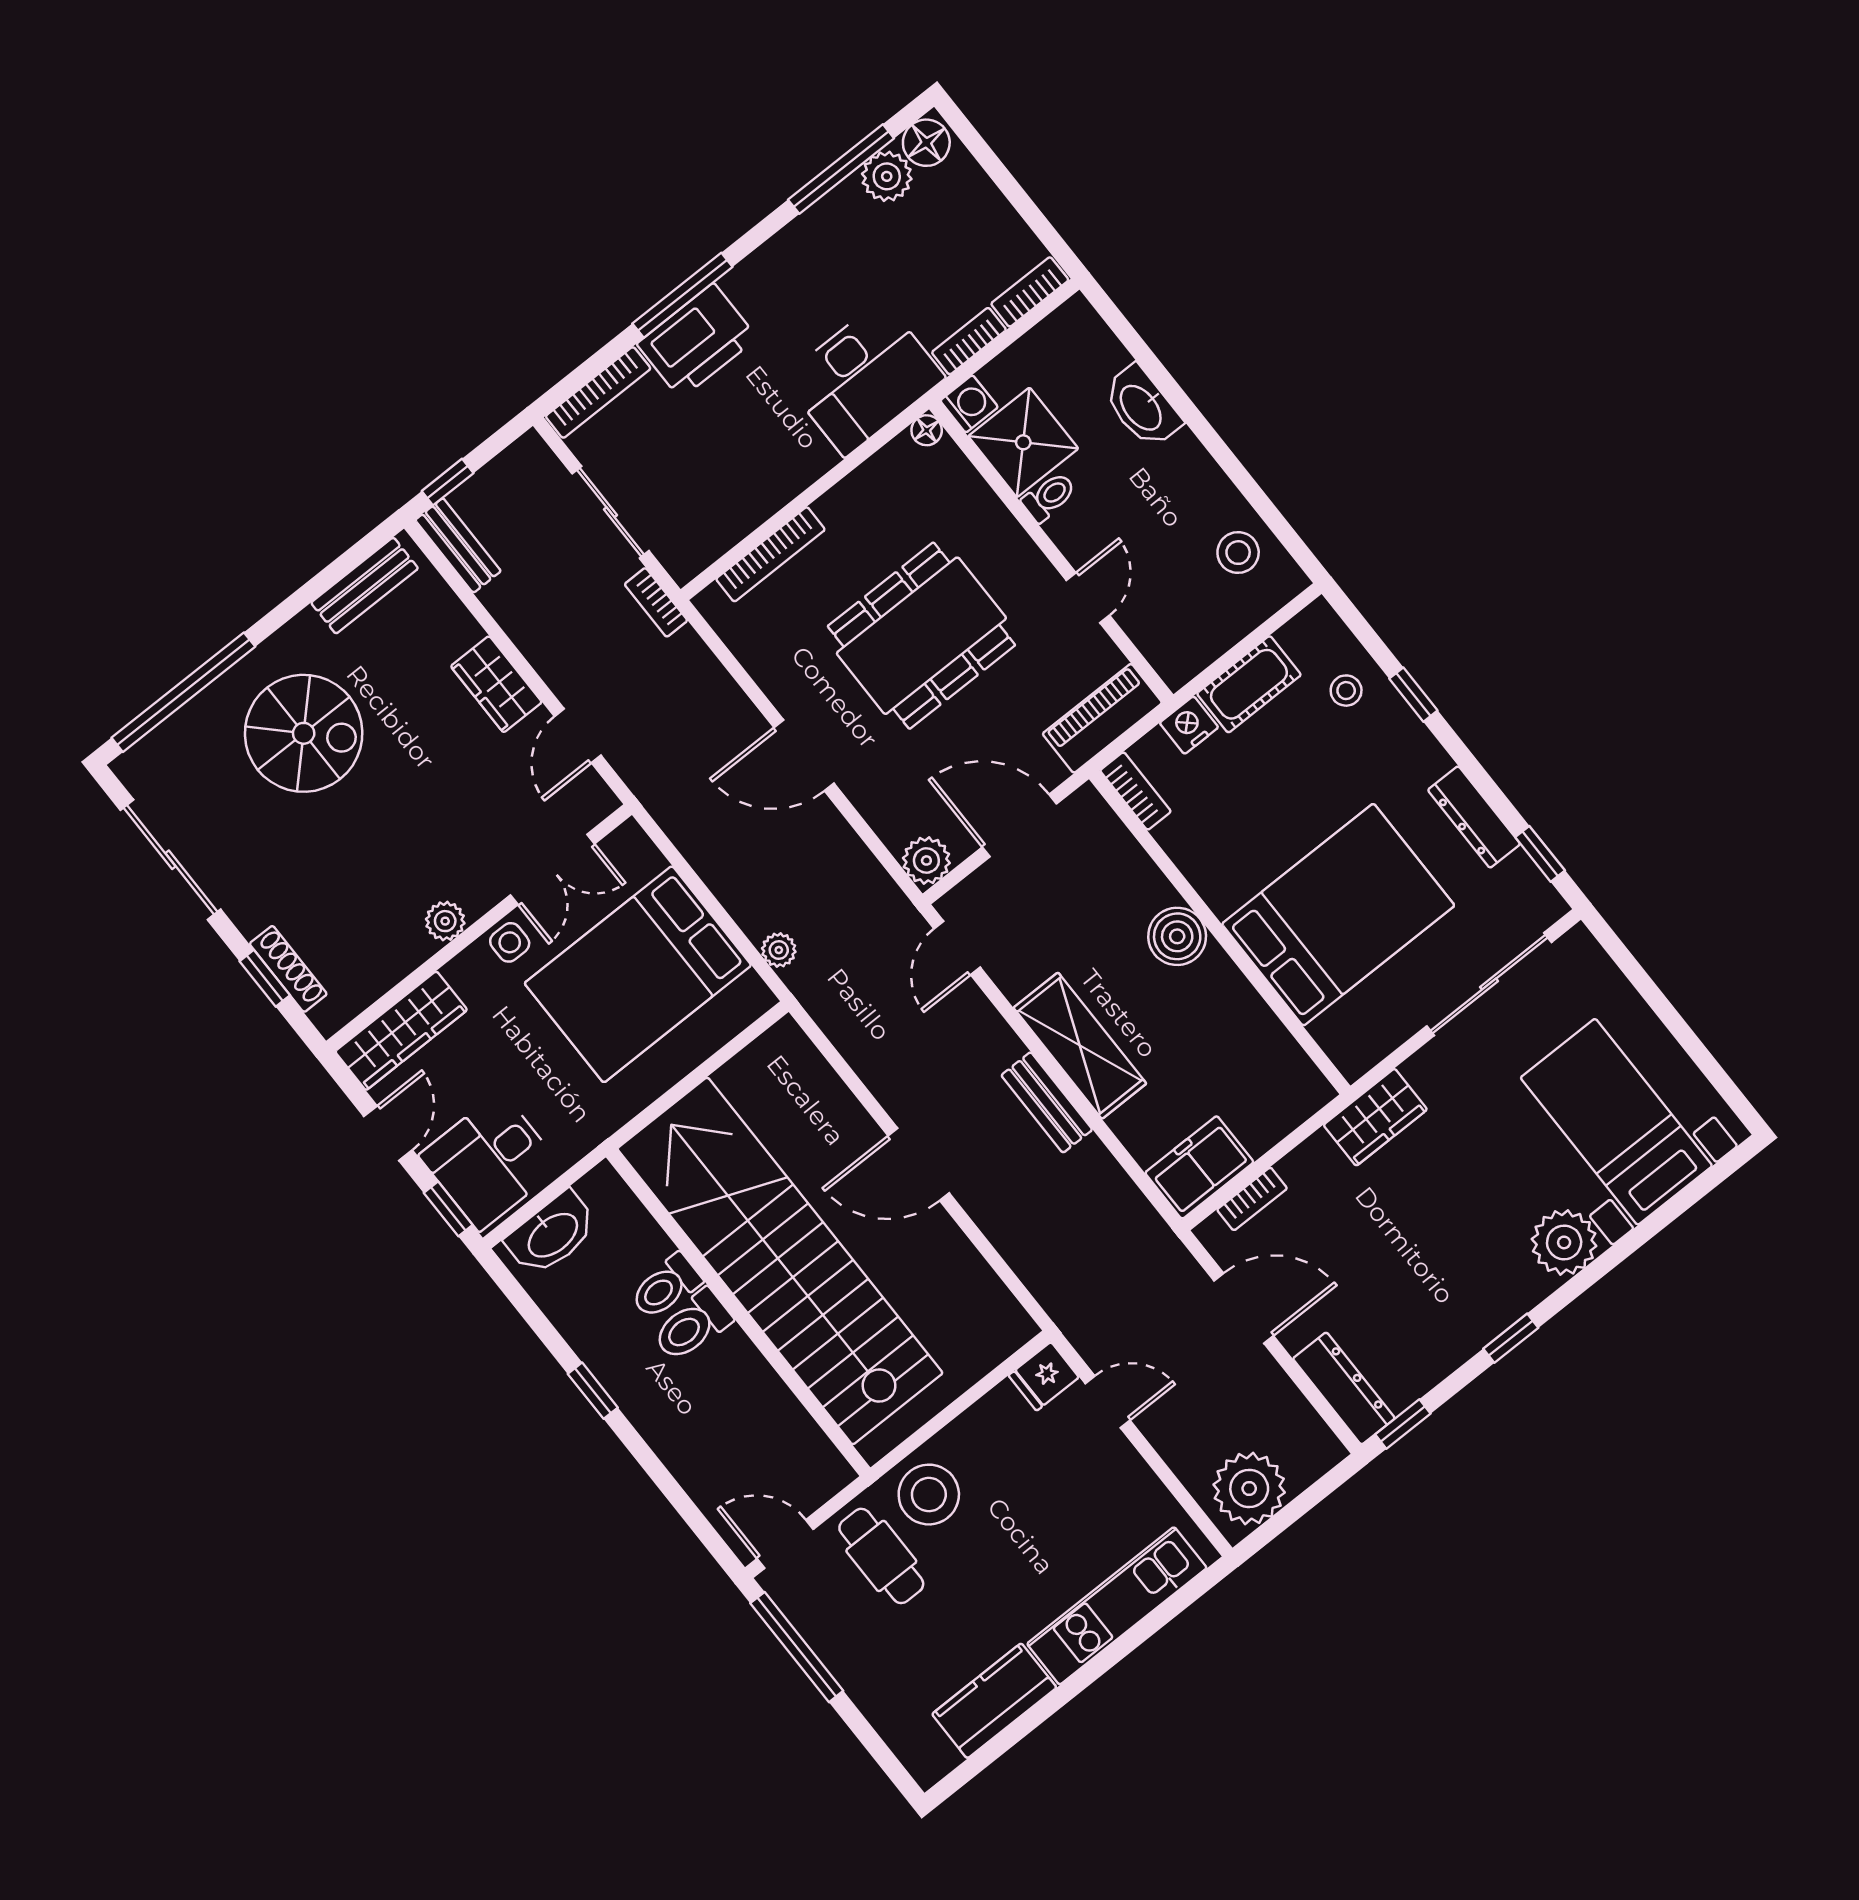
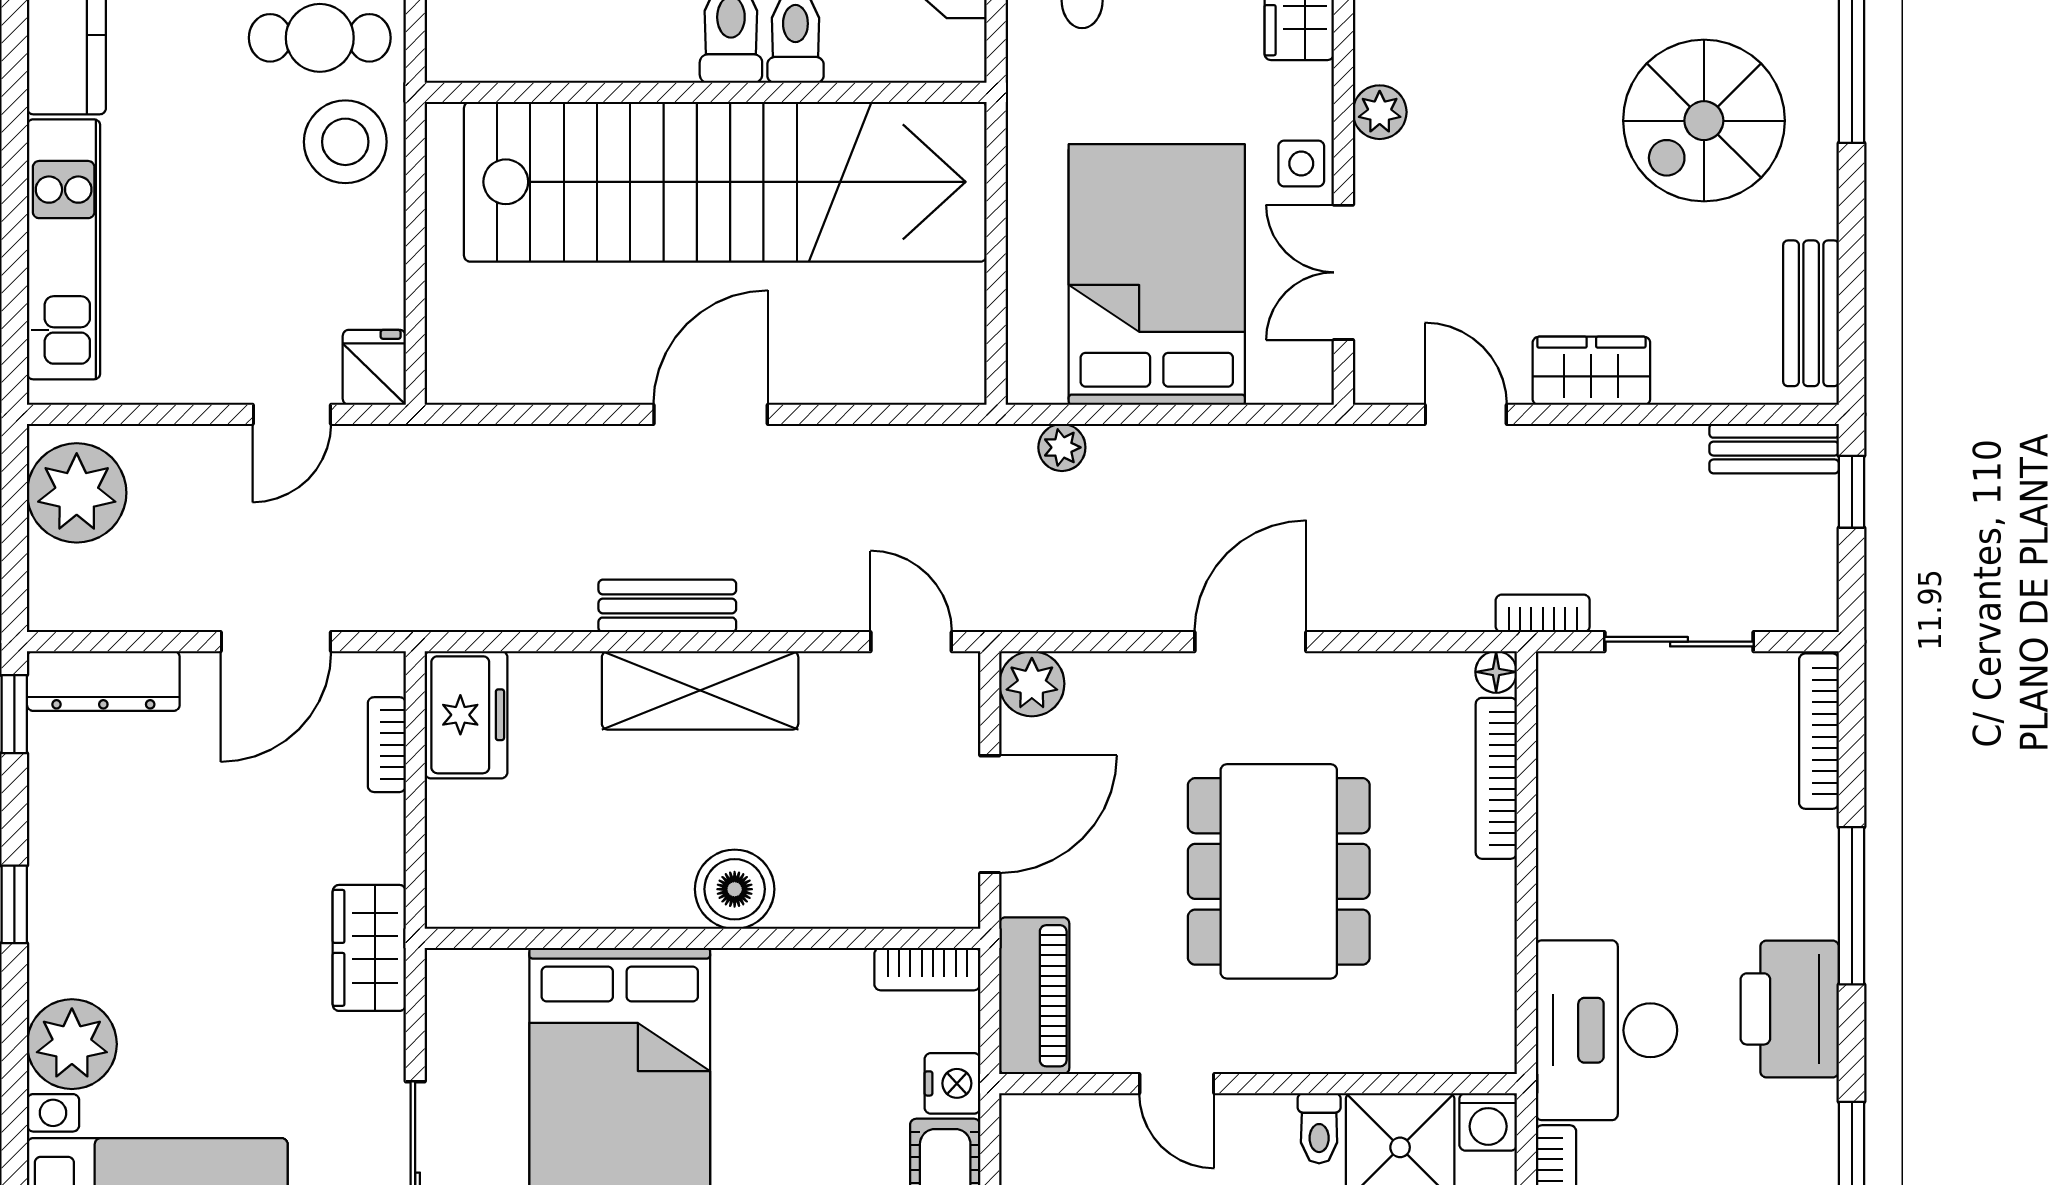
printer: (697, 341) -> (1790, 1009), moved
floor lamp: (927, 430) -> (1496, 672), moved

